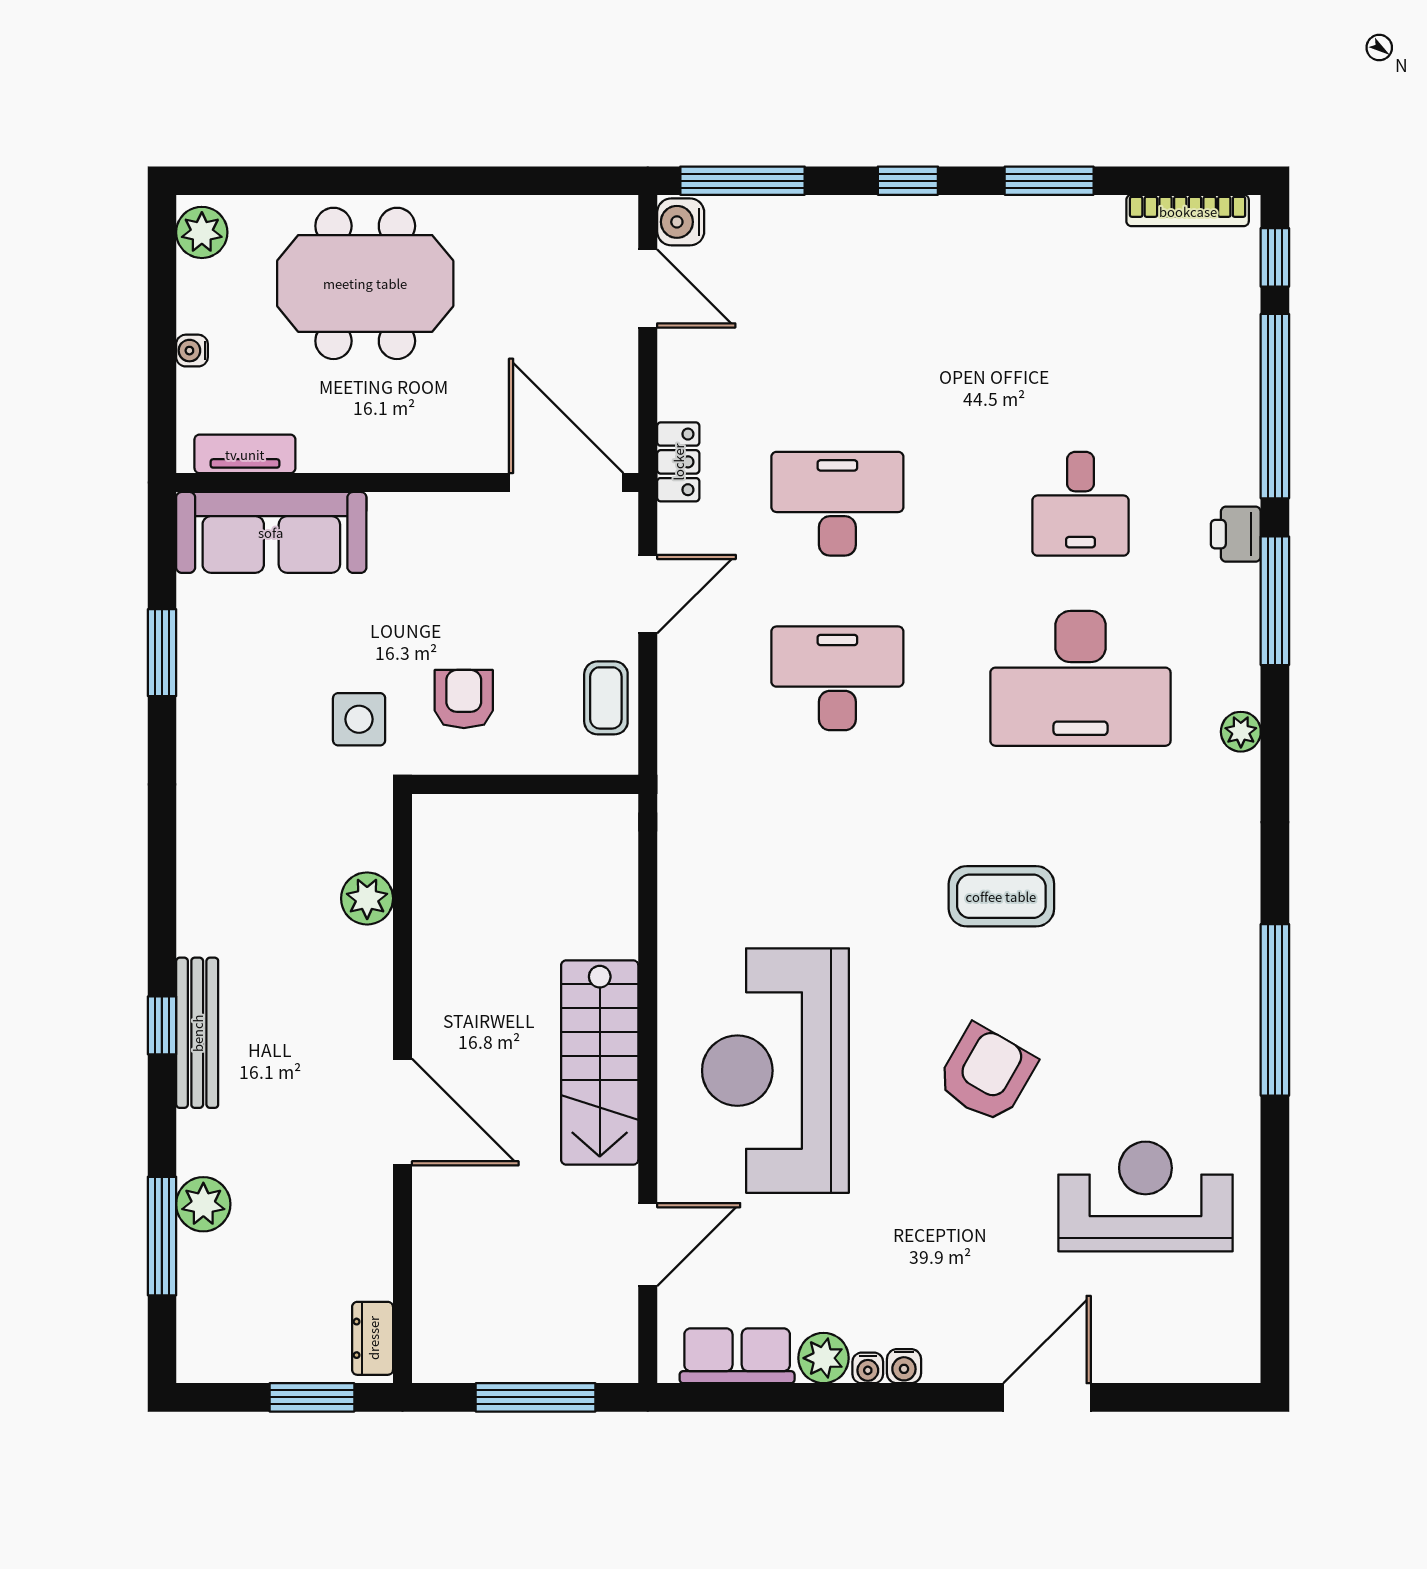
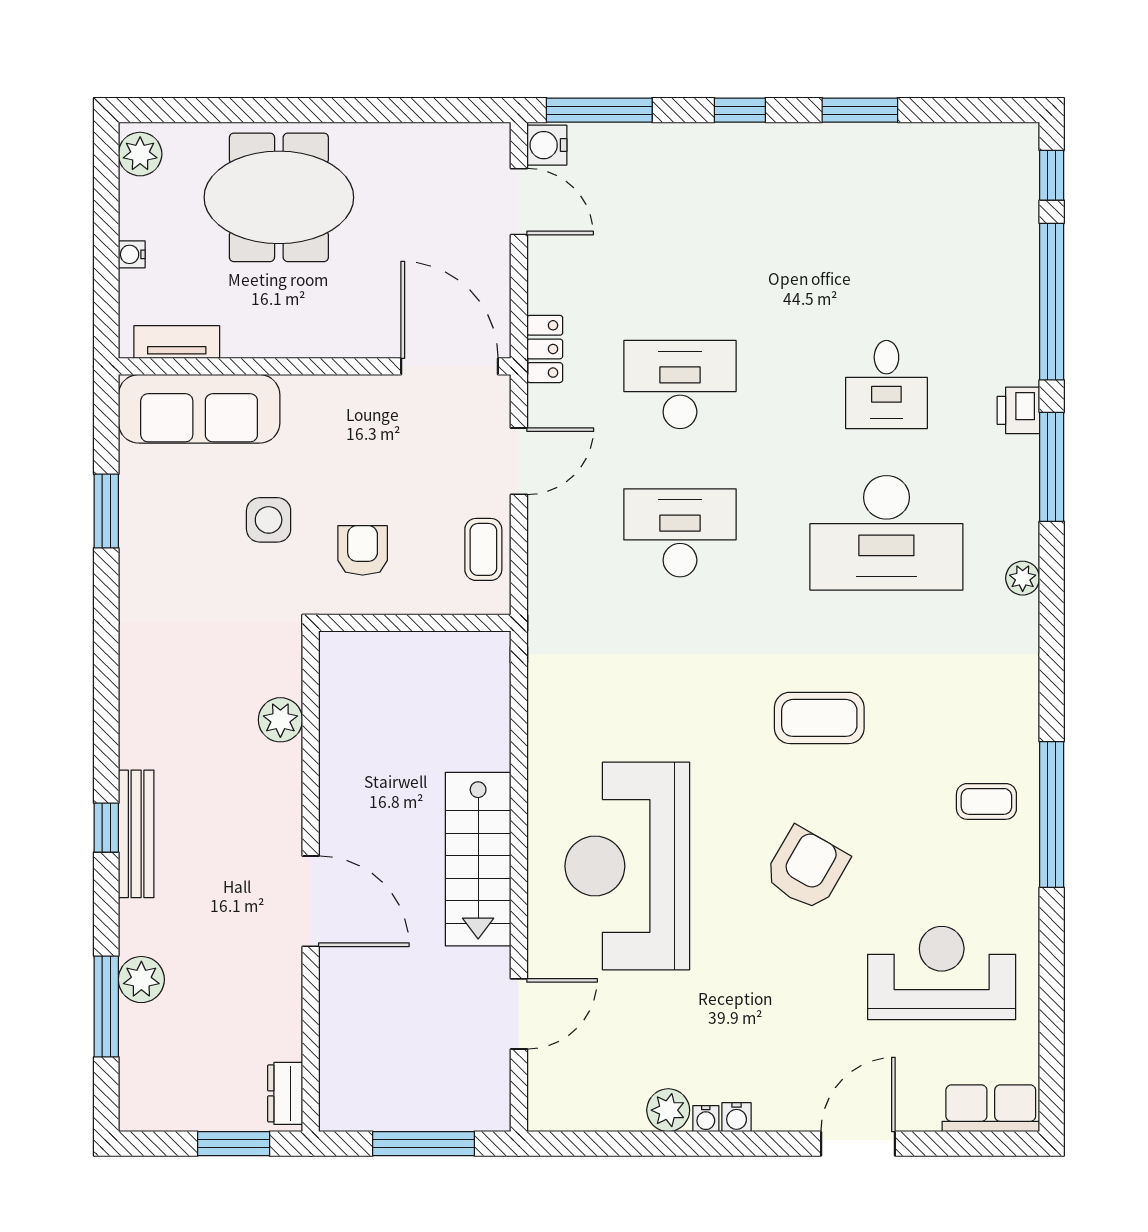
bookcase: (1188, 211) -> (977, 135), removed
side table: (359, 719) -> (269, 520), moved
coffee table: (1198, 995) -> (986, 801), added
row of seats: (737, 1356) -> (991, 1108), moved

